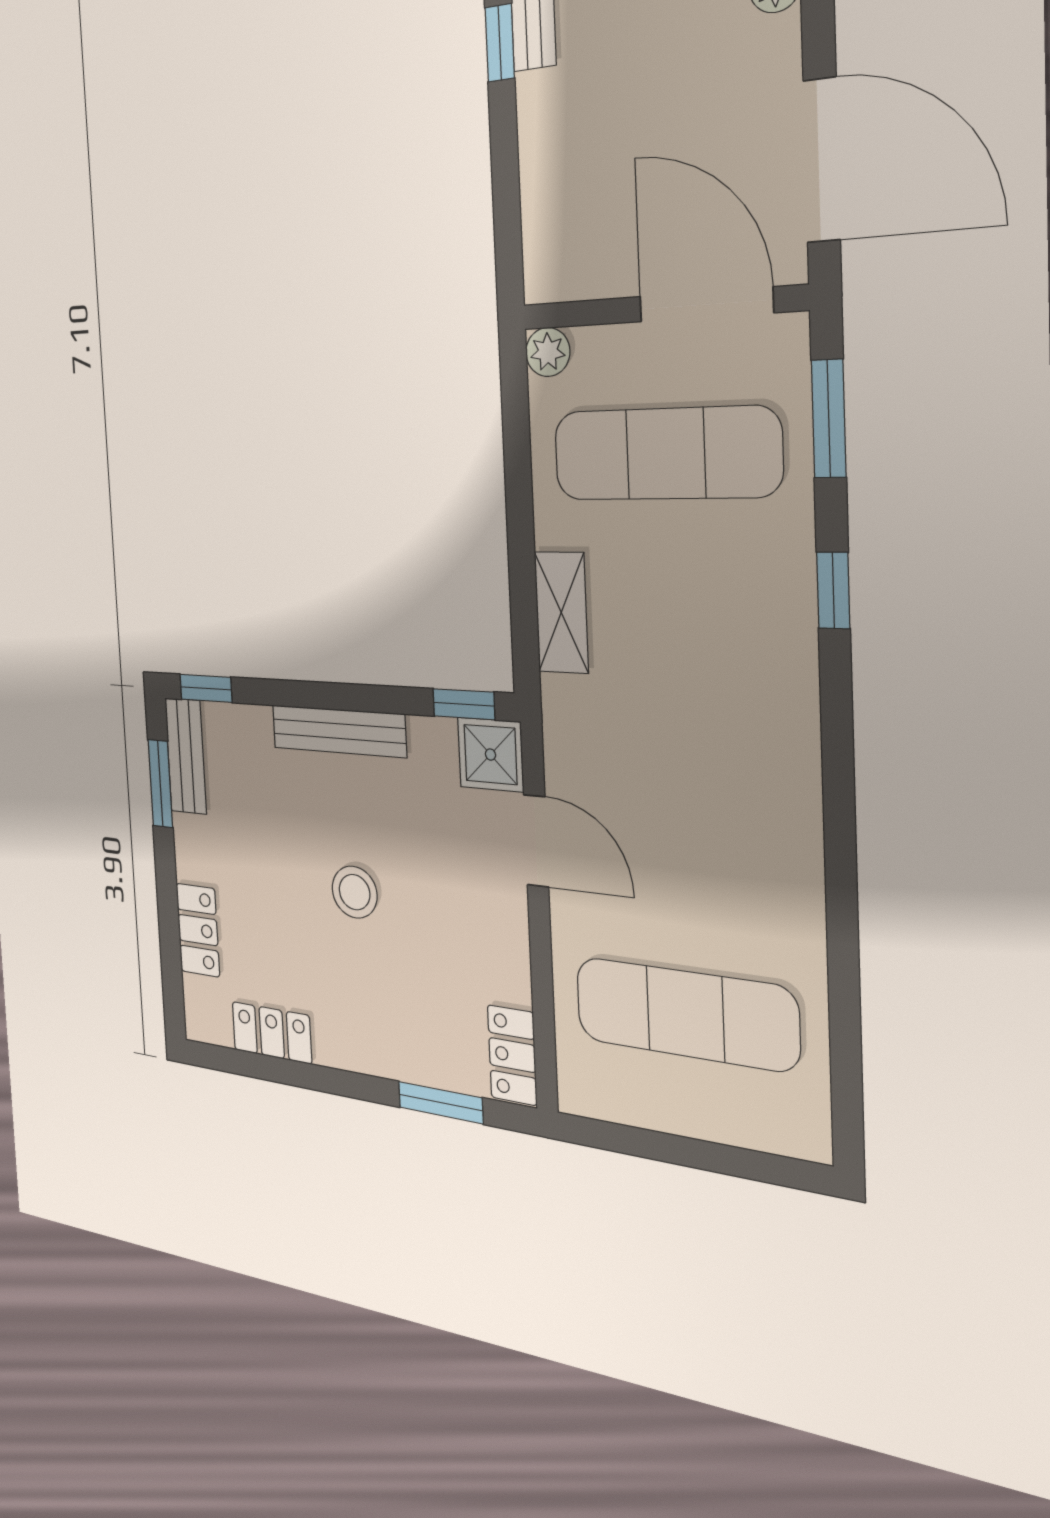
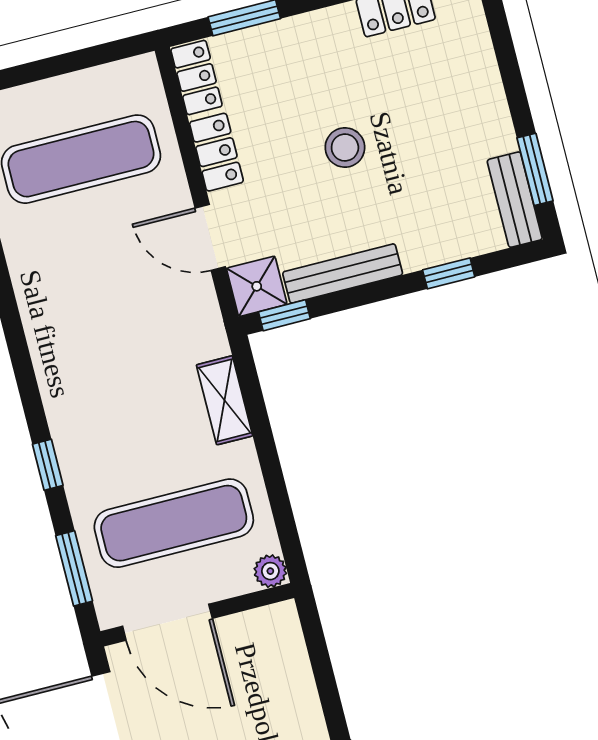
window: (206, 688) -> (449, 273), moved
bench: (338, 731) -> (343, 273), moved
locker: (198, 930) -> (216, 152), moved, turned 180

